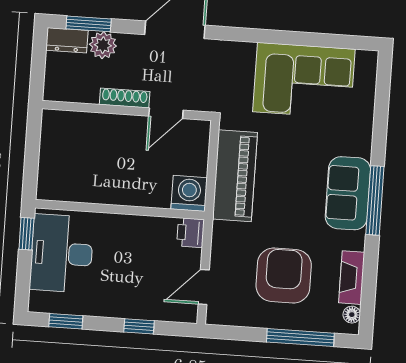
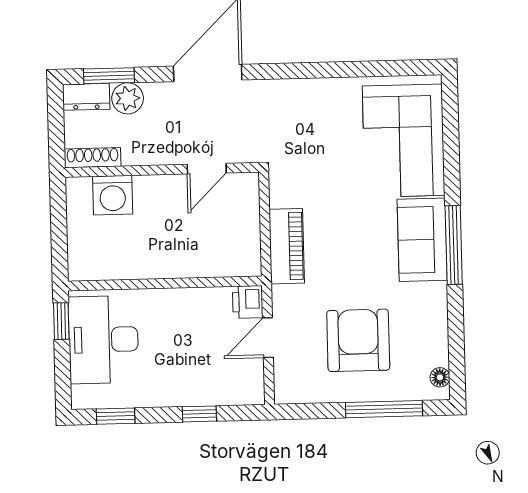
corner sofa: (304, 80) -> (404, 141), moved, turned 90
shoe rack: (125, 98) -> (93, 158), moved
piano: (235, 176) -> (287, 246), width x0.73, depth x0.75
washing machine: (189, 193) -> (113, 195), moved, turned 180
fireplace: (352, 278) -> (436, 335), removed
door: (204, 287) -> (268, 338), moved

